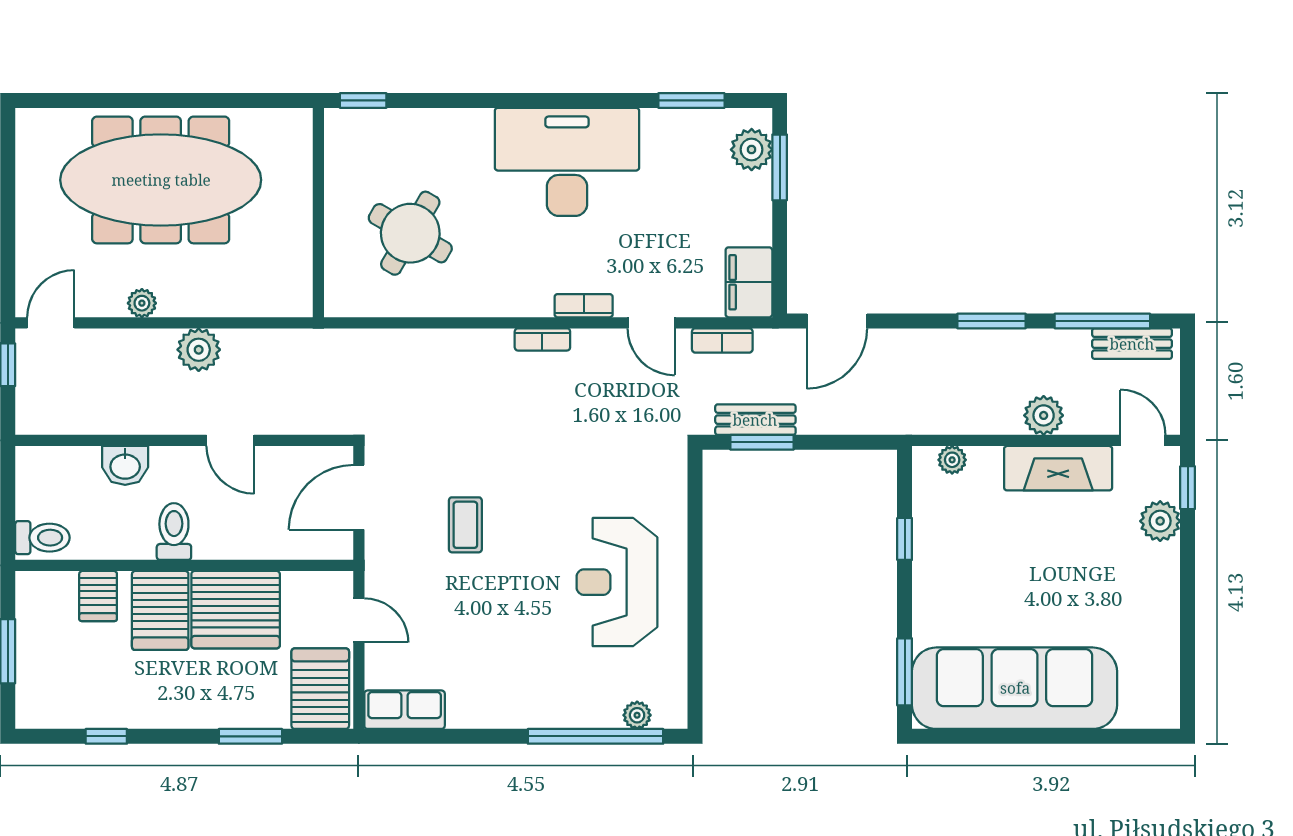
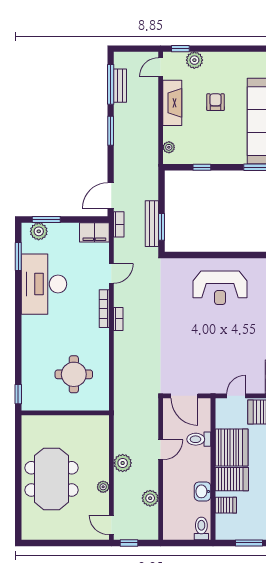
desk: (567, 162) -> (44, 284), moved
meeting table: (161, 180) -> (52, 479), width x0.73
round table: (410, 233) -> (74, 374), turned -30
bookcase: (584, 306) -> (104, 309), width x1.56
door: (837, 321) -> (111, 196), swing flipped
bookcase: (722, 340) -> (119, 224), moved
bench: (1132, 344) -> (120, 86), moved
plant: (1044, 415) -> (150, 498), moved
bench: (755, 420) -> (152, 224), width x1.36
washbasin: (125, 465) -> (203, 491), moved, turned 180
coffee table: (465, 525) -> (196, 351), removed
toilet: (174, 532) -> (199, 439), moved
armchair: (1060, 571) -> (215, 102), added

